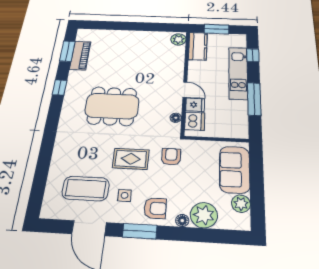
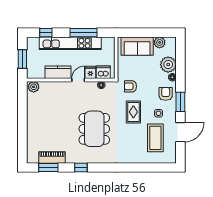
kitchen counter: (198, 46) -> (58, 72), moved
kitchen unit: (238, 73) -> (70, 43), width x1.36

